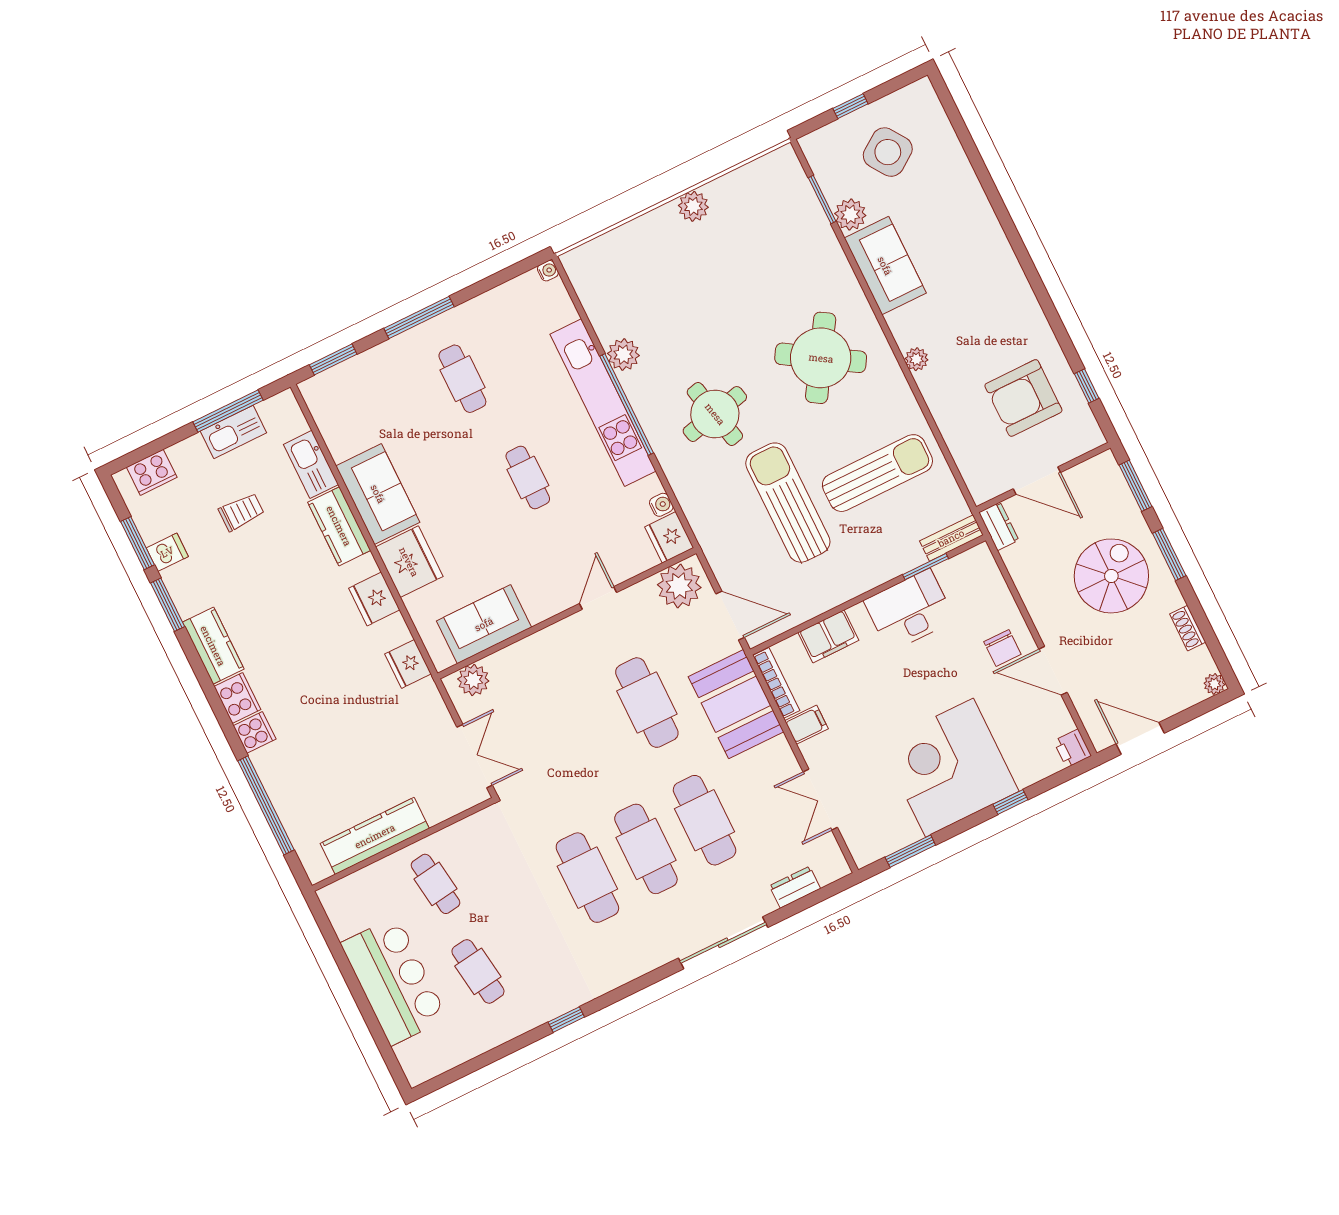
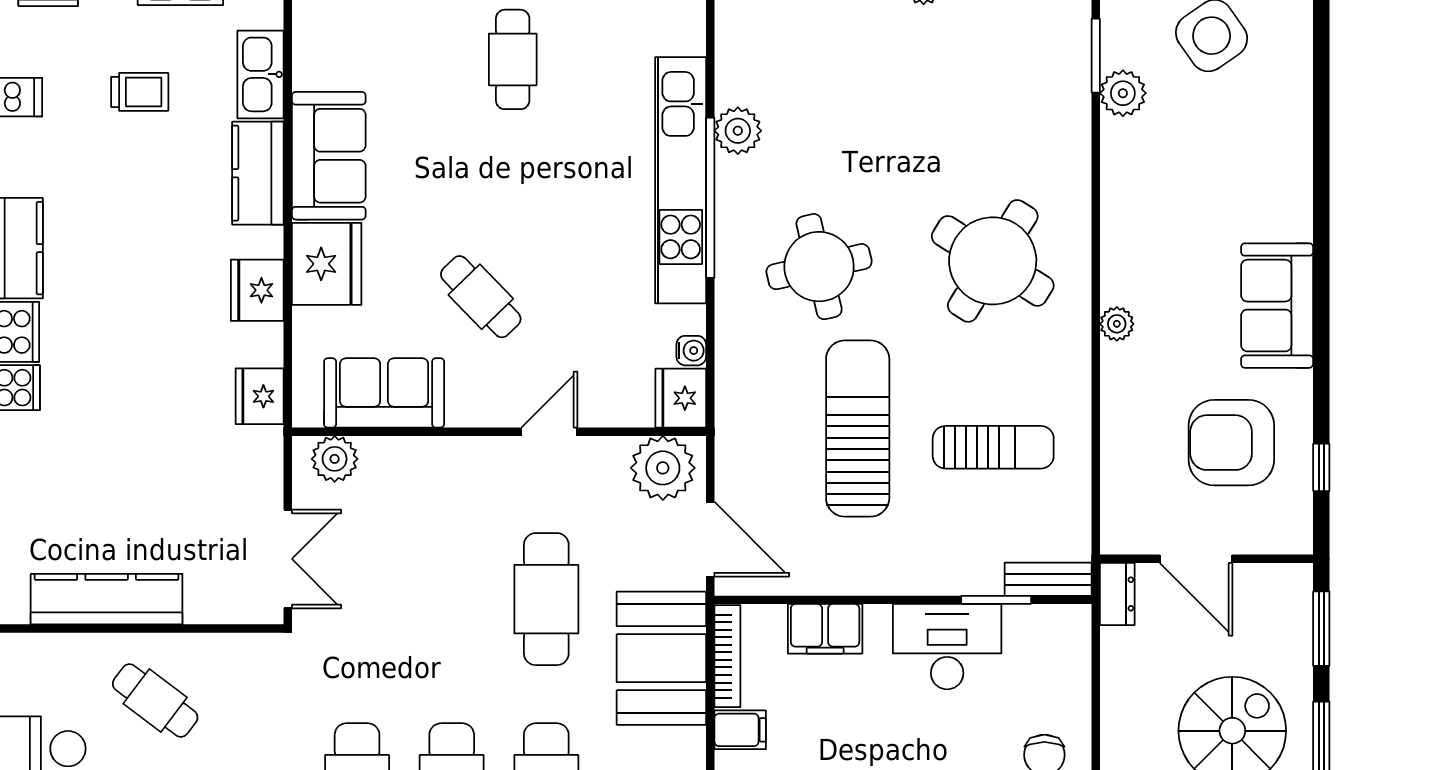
sofa: (885, 266) -> (1277, 306), moved, turned 180
sun lounger: (877, 473) -> (993, 447), width x0.73, depth x0.75
cafe table: (528, 477) -> (481, 297), moved, turned -44
cafe table: (436, 884) -> (155, 700), turned -45

